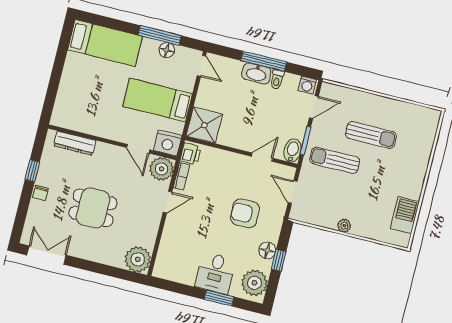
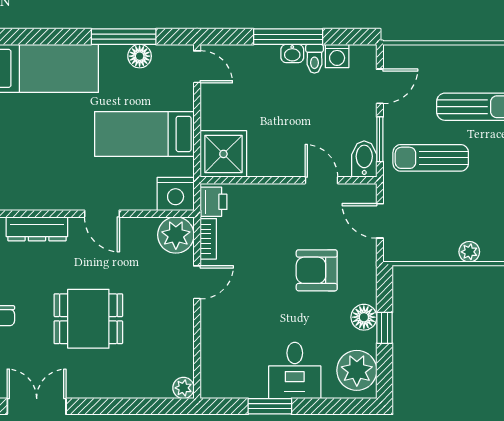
washbasin: (256, 73) -> (292, 54), width x0.52, depth x0.69
washing machine: (307, 85) -> (337, 56), moved
door: (138, 149) -> (102, 214), moved
door: (262, 157) -> (321, 180), hinge flipped
plant: (138, 259) -> (183, 388), width x0.53, depth x0.53
window: (219, 298) -> (270, 406), moved

